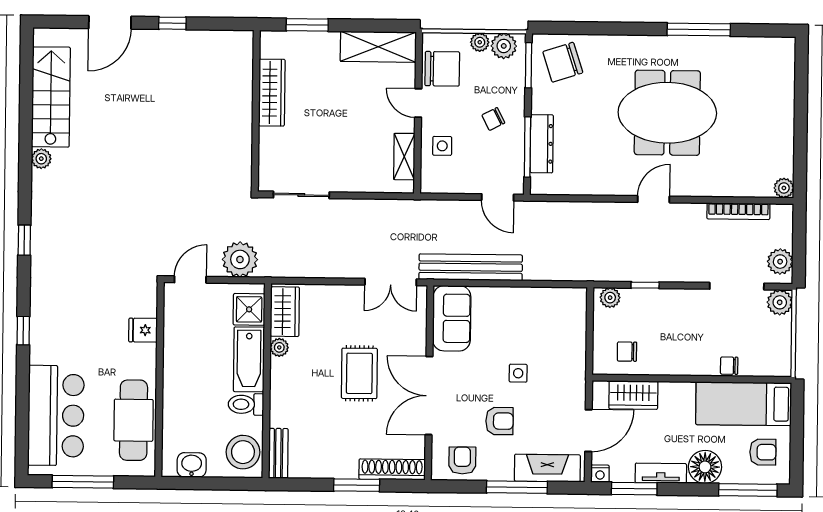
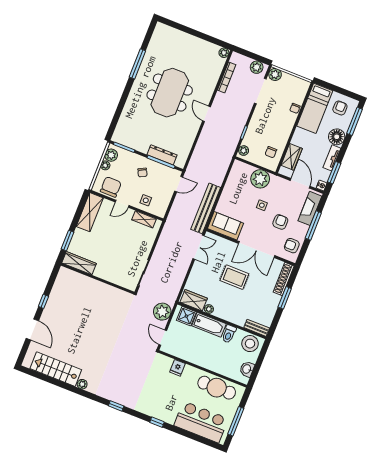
chair: (563, 62) -> (129, 131), removed
wardrobe: (272, 93) -> (79, 263), moved
plant: (568, 350) -> (260, 179), added

